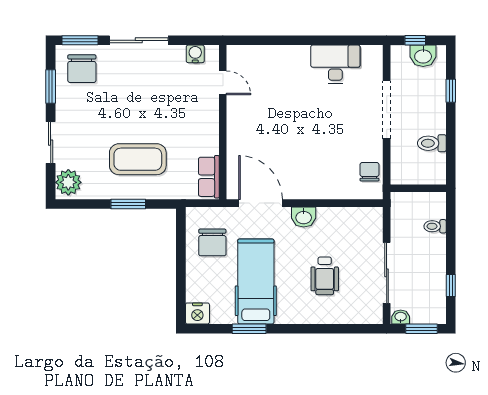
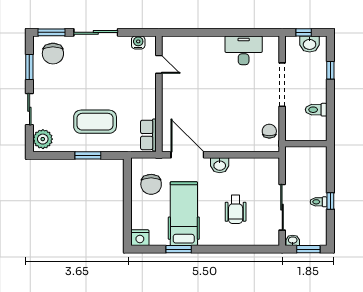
toilet: (435, 226) -> (319, 202), moved
window: (451, 286) -> (330, 201), moved

